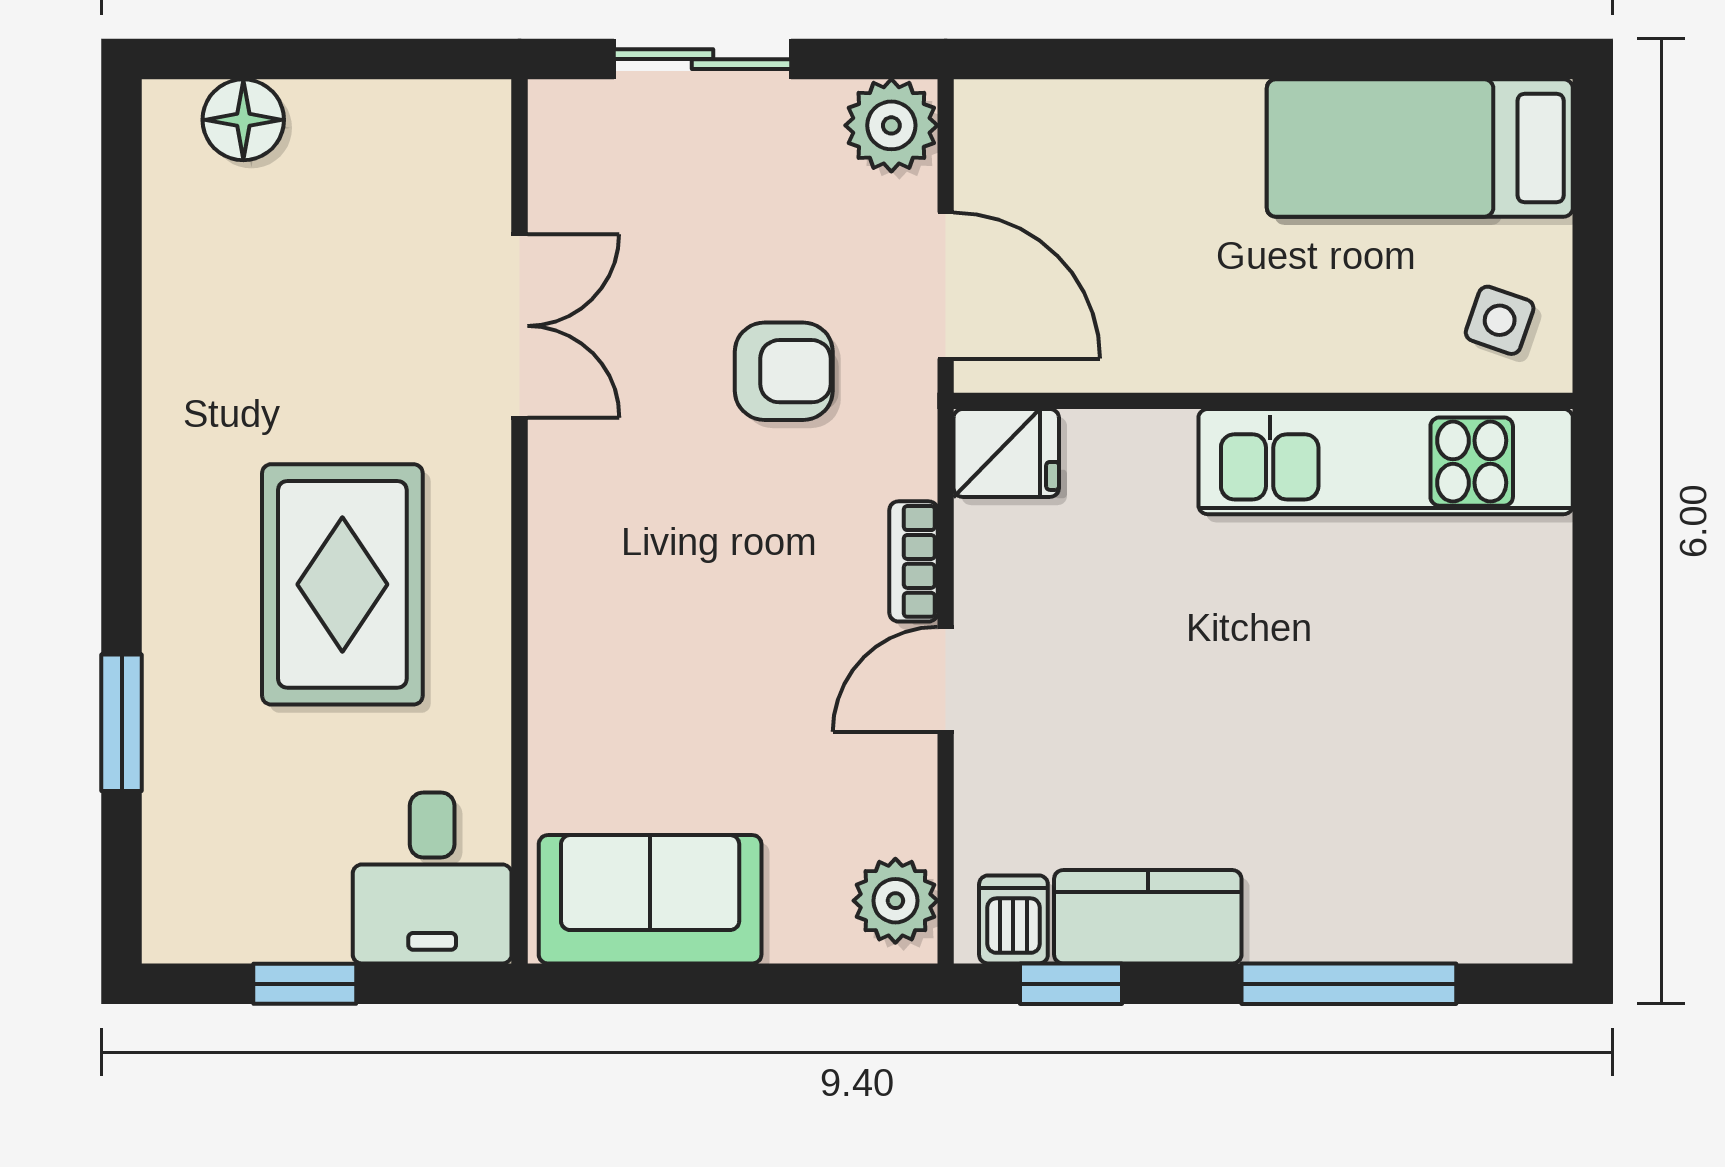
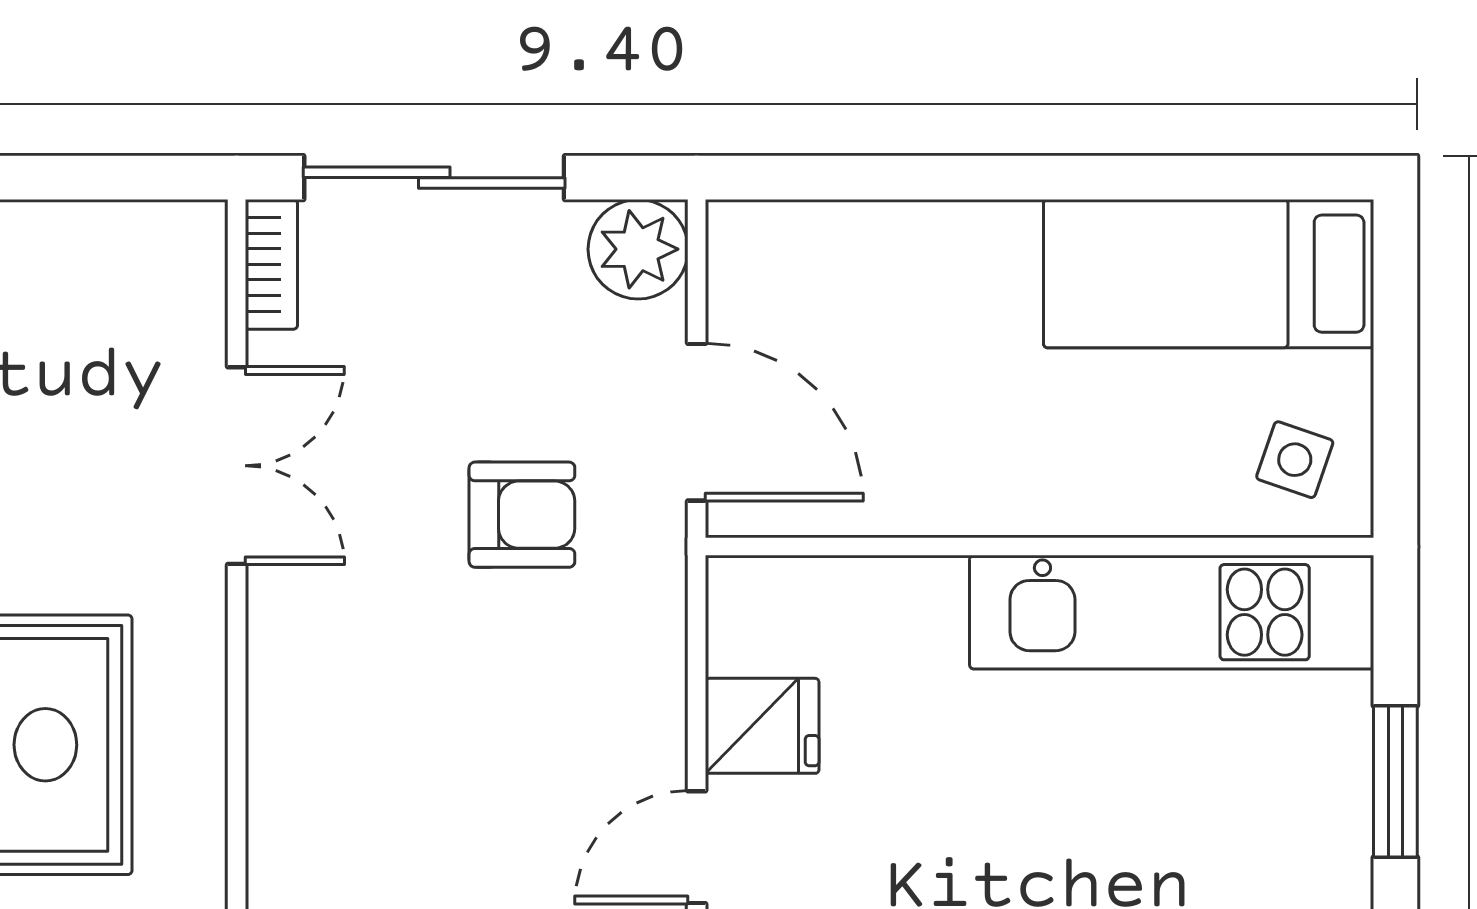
sliding door: (703, 59) -> (434, 178), width x1.37
fridge: (1006, 453) -> (762, 726), moved
bookcase: (913, 561) -> (271, 264), moved, turned 180
window: (1593, 618) -> (1395, 782), added

